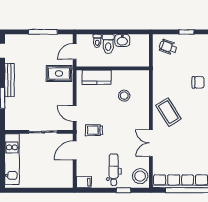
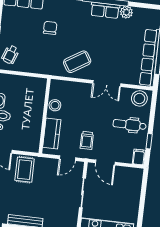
wall: (113, 68) -> (45, 116), moved
kitchen counter: (97, 77) -> (52, 134), moved
window: (124, 190) -> (149, 141), moved

